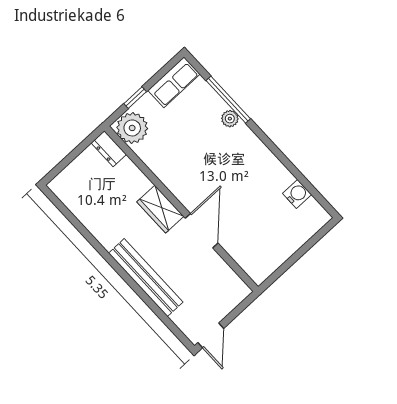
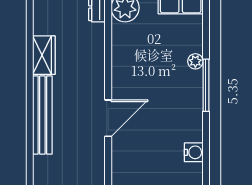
window: (228, 100) -> (206, 85), moved
wardrobe: (160, 209) -> (44, 55), moved, turned 180

